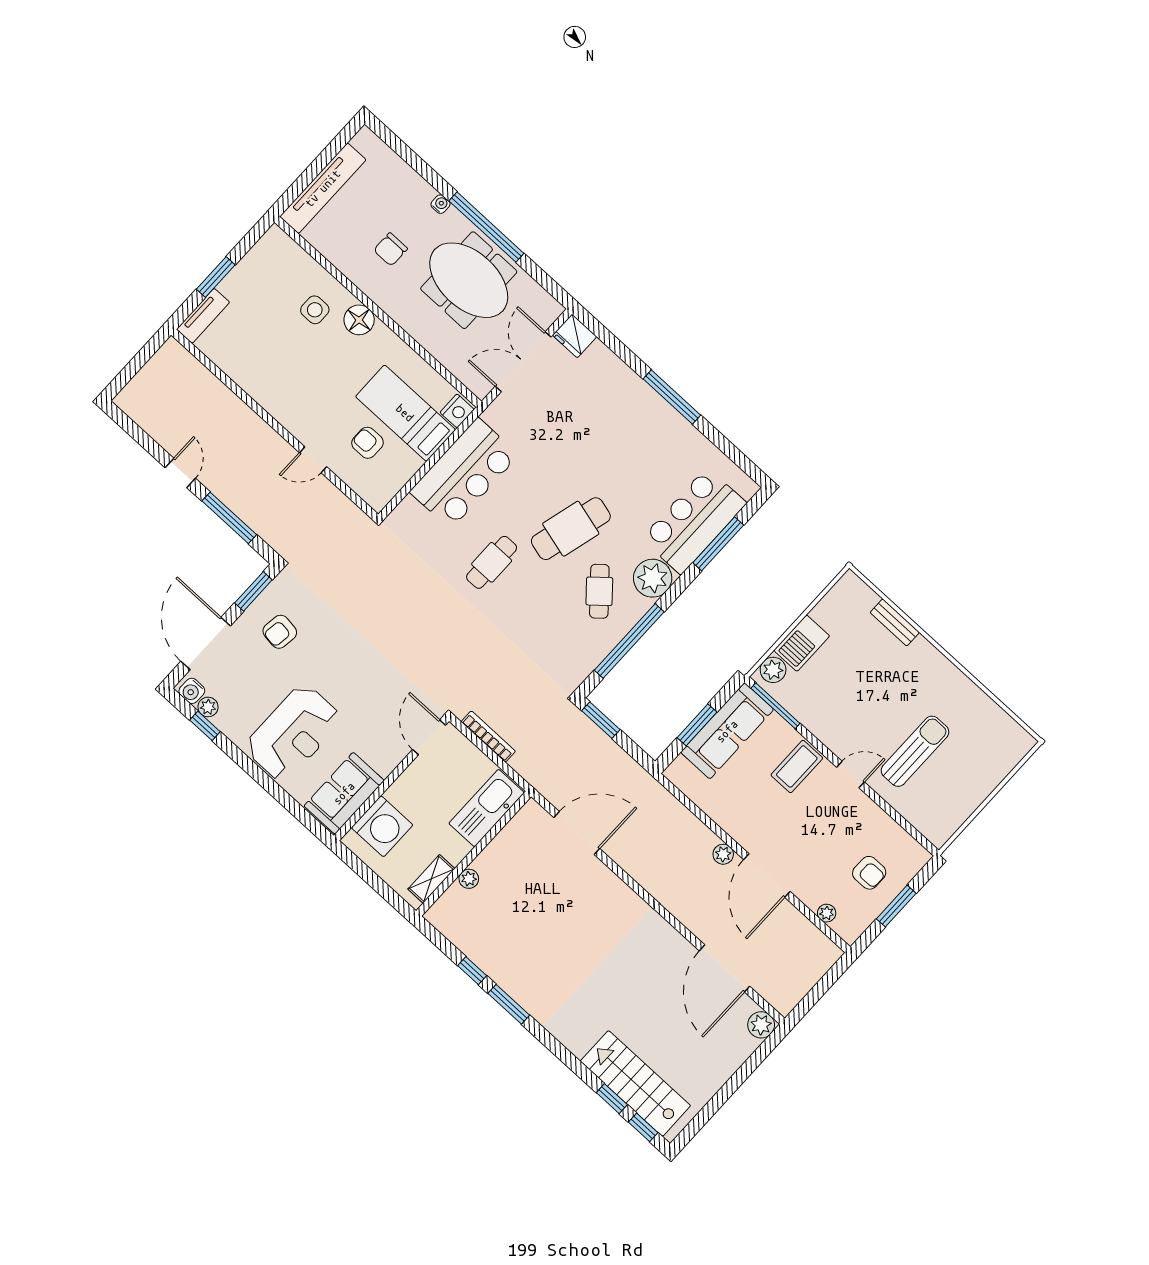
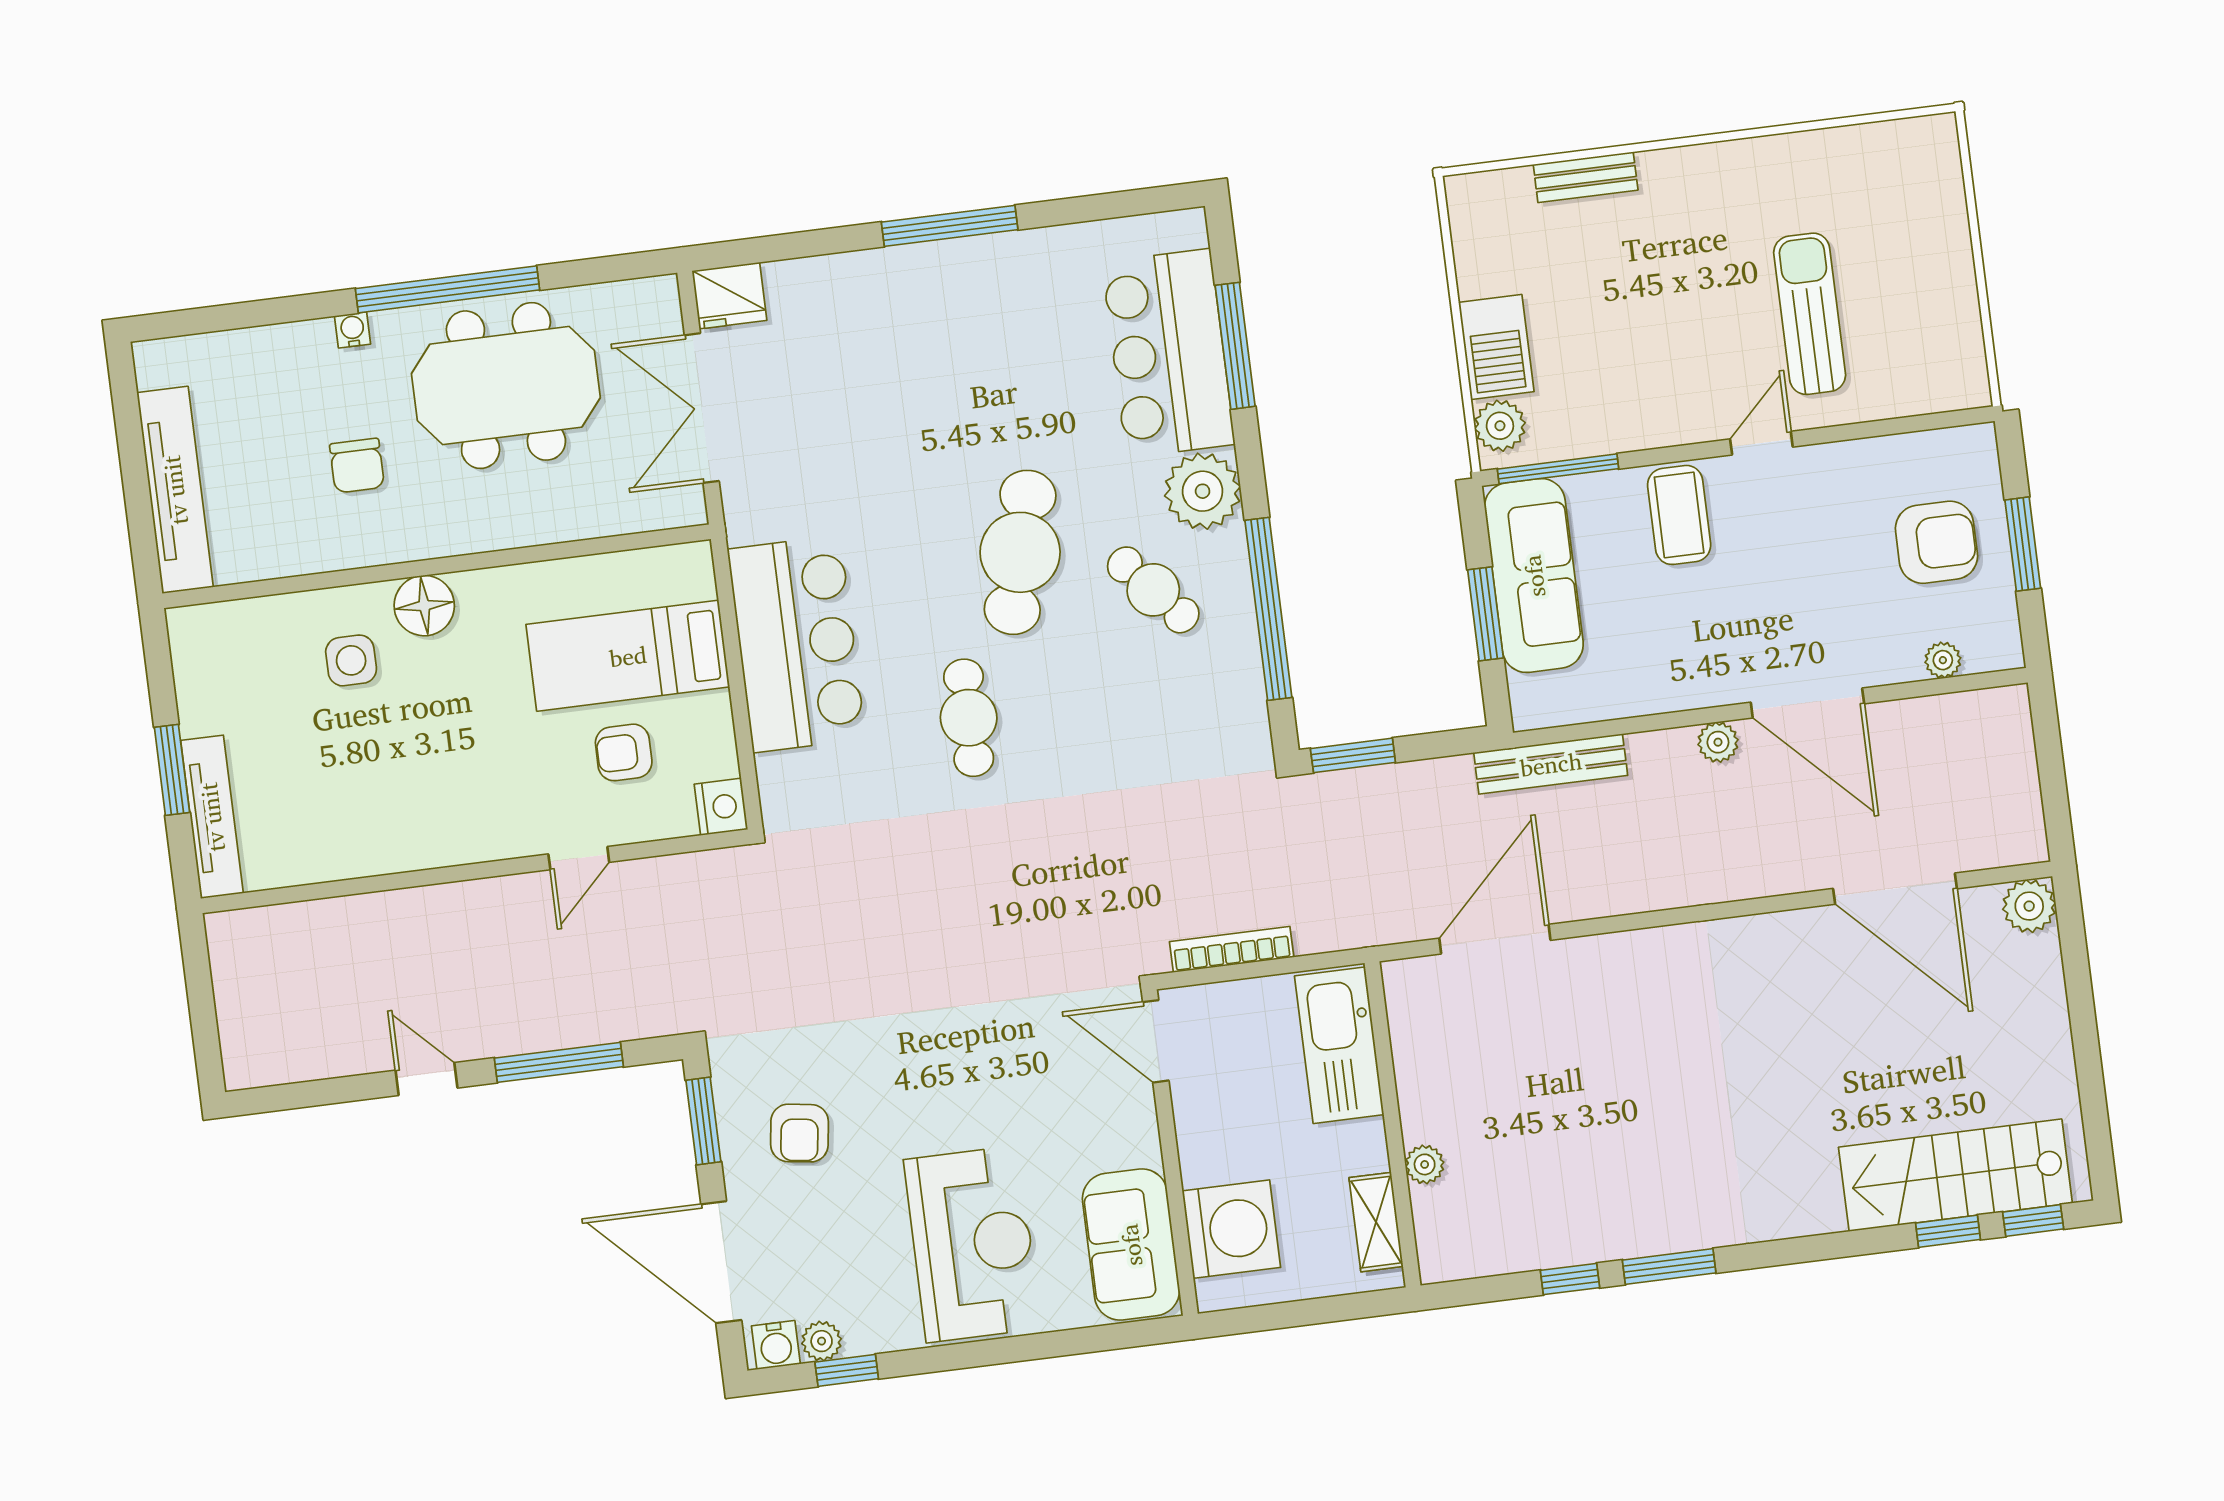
tv unit: (203, 316) -> (212, 817), width x1.41
nightstand: (457, 411) -> (721, 807), moved
bench: (661, 798) -> (1551, 764), added
armchair: (869, 873) -> (1936, 542), width x1.38, depth x1.38

